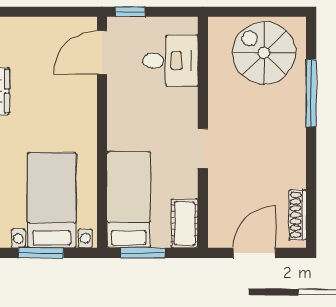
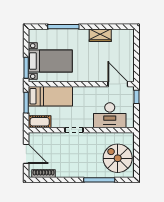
spiral stairs: (264, 53) -> (118, 158), turned -90
desk: (170, 61) -> (110, 115), width x1.37
window: (41, 253) -> (26, 68), moved

